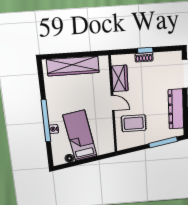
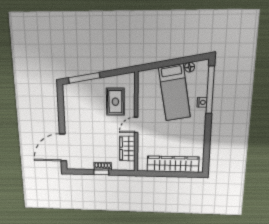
door: (113, 103) -> (136, 125), hinge flipped
dresser: (176, 109) -> (71, 113), removed
window: (46, 121) -> (210, 90), moved
rug: (134, 123) -> (115, 102), turned 90

